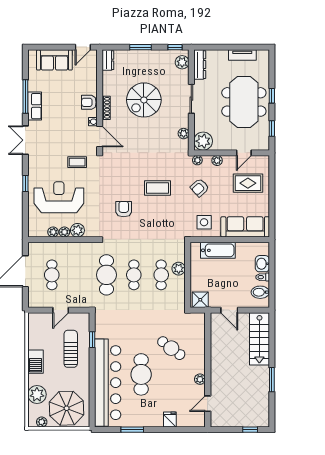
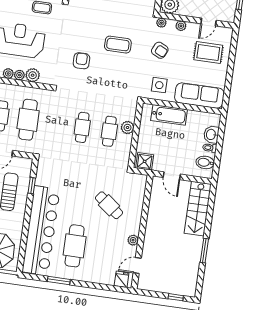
armchair: (200, 188) -> (160, 50), turned -112
cafe table: (106, 275) -> (28, 120), moved
cafe table: (141, 374) -> (75, 246), moved
fridge: (170, 420) -> (122, 279), moved

